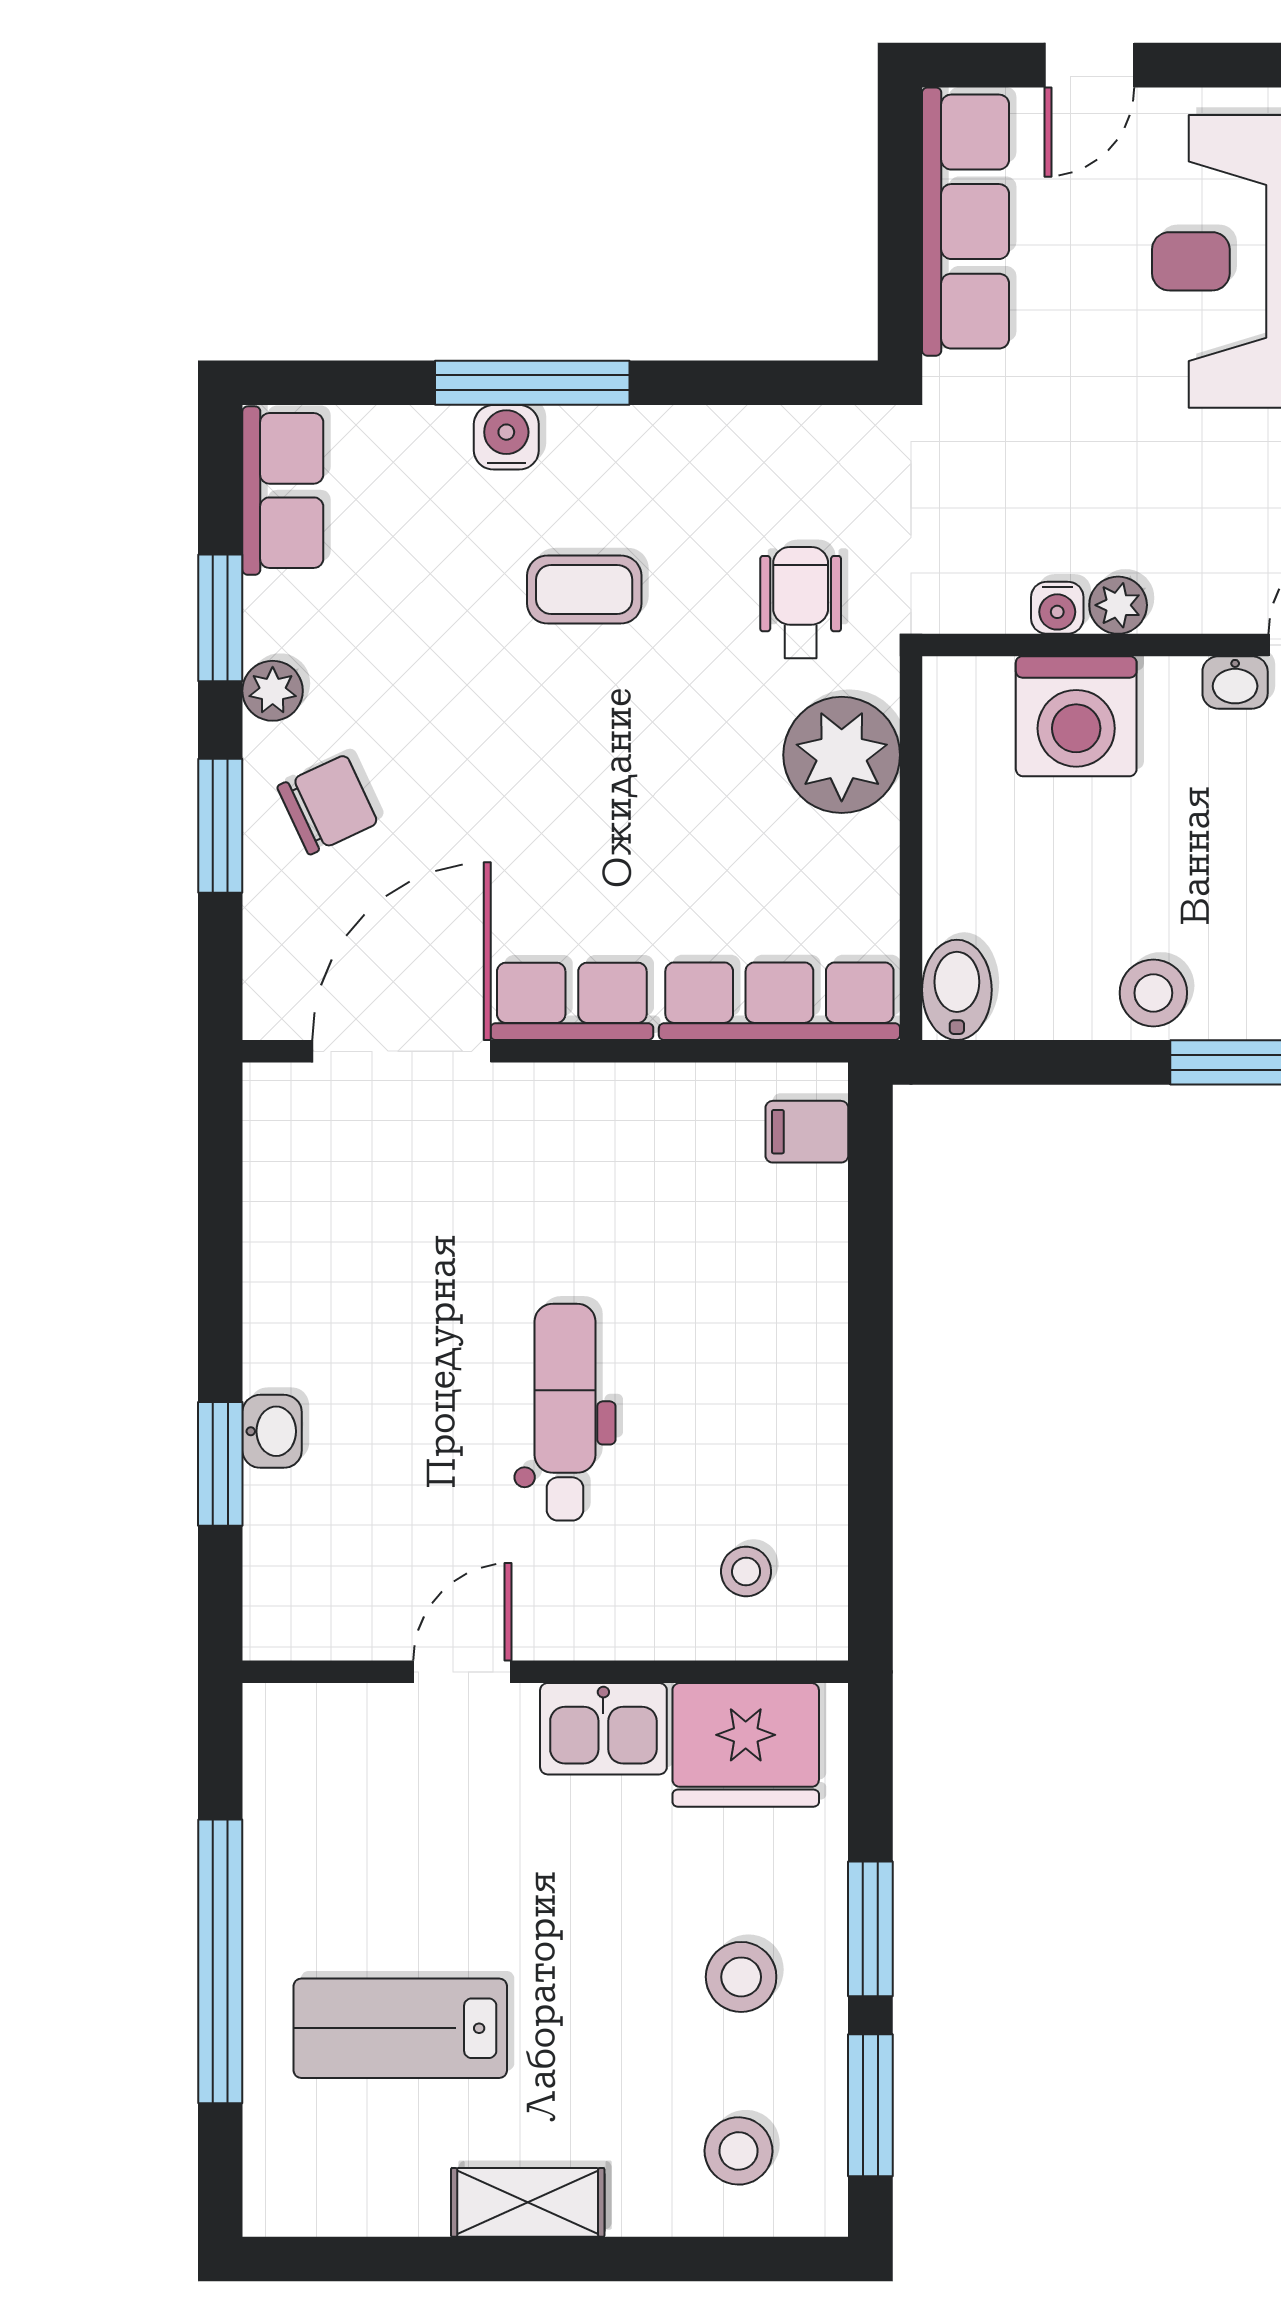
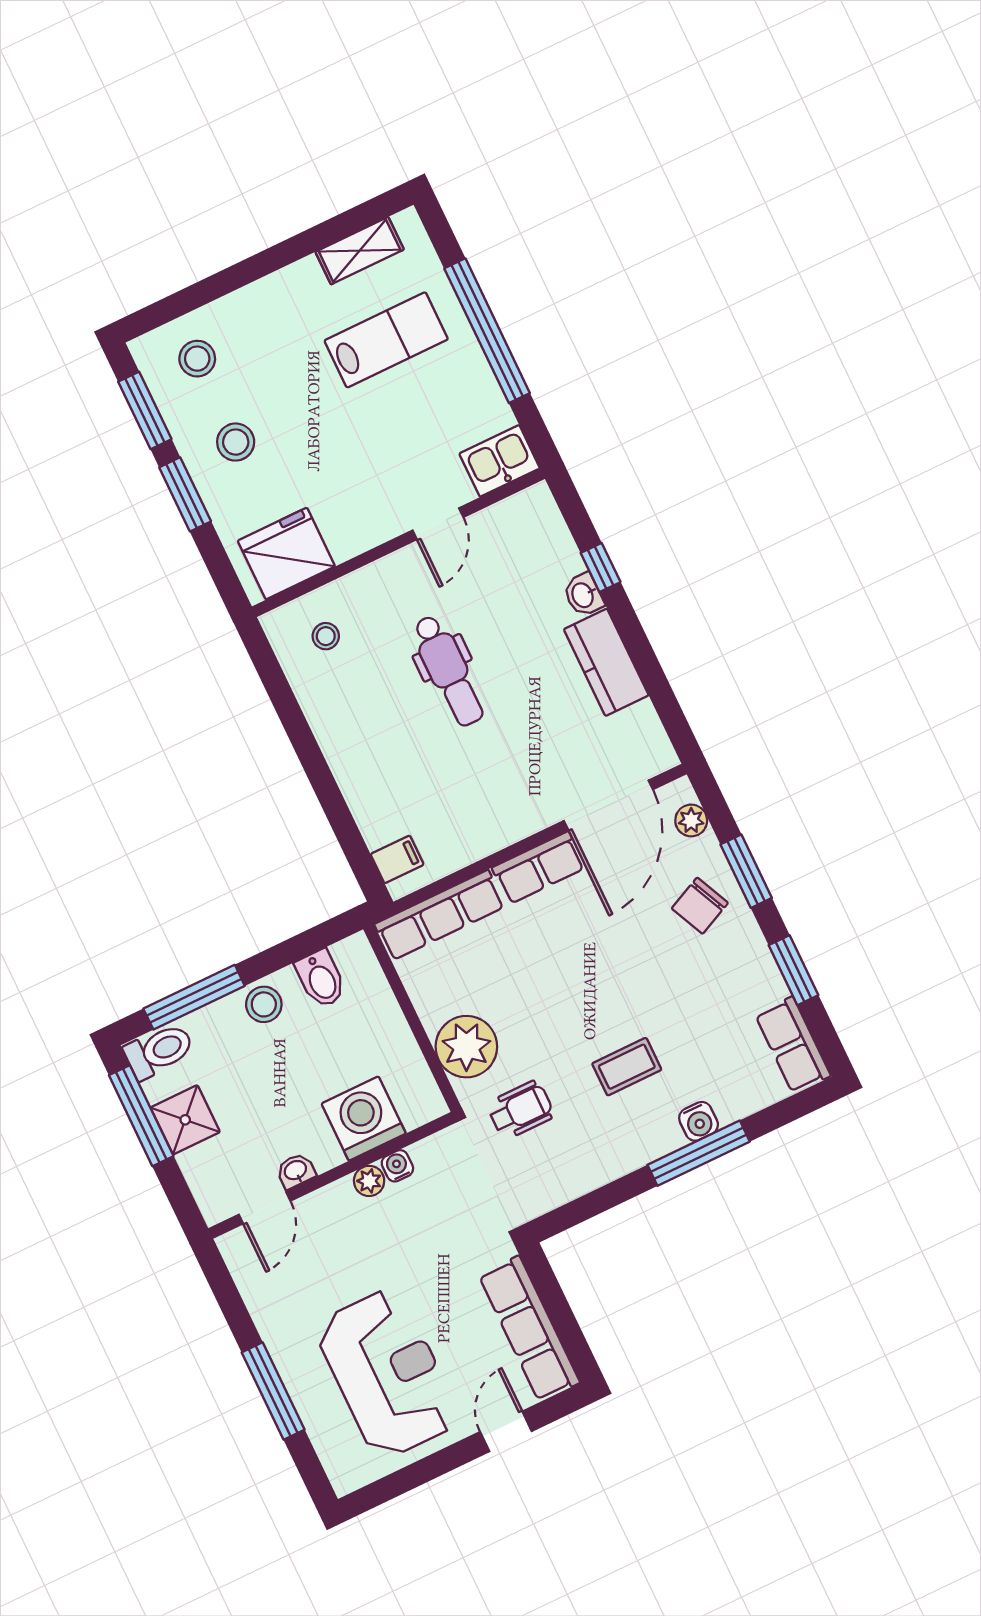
wheelchair: (801, 603) -> (521, 1110), turned -90
plant: (273, 691) -> (691, 820), moved
bidet: (957, 990) -> (321, 979), moved
kitchen counter: (288, 1297) -> (606, 662), added
window: (220, 1464) -> (601, 567), width x0.67
kitchen sink: (603, 1729) -> (500, 461), moved
shelving: (528, 2202) -> (360, 251), moved

